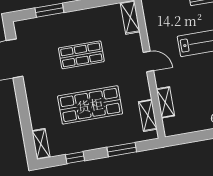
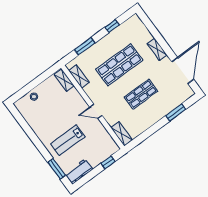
shelving: (165, 102) -> (64, 80), moved
shelving: (41, 144) -> (157, 49), moved

